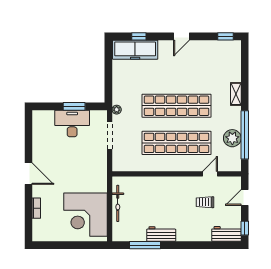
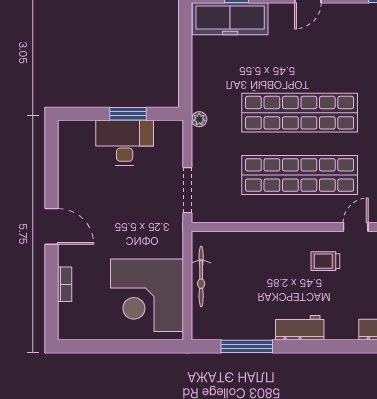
doorway: (110, 136) -> (187, 190), moved
trolley: (205, 202) -> (325, 261), moved
workbench: (161, 234) -> (300, 328), moved

